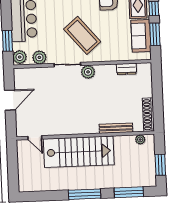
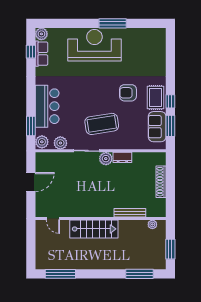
coffee table: (82, 35) -> (102, 124), turned -59
dresser: (127, 69) -> (122, 157), moved
shoe rack: (148, 115) -> (161, 182), moved
stairs: (79, 152) -> (94, 229), width x0.73, depth x0.66
window: (85, 194) -> (60, 274), moved

